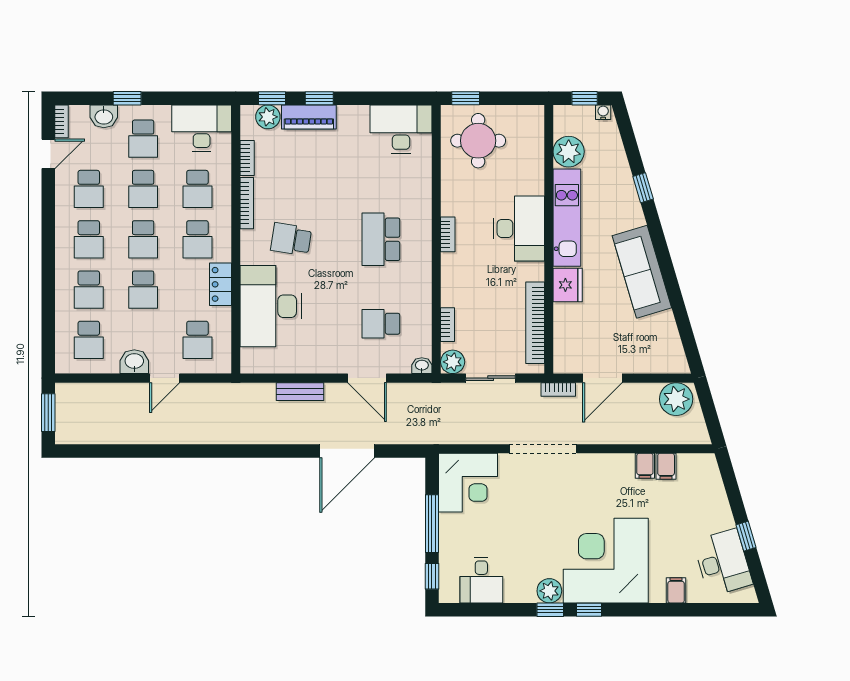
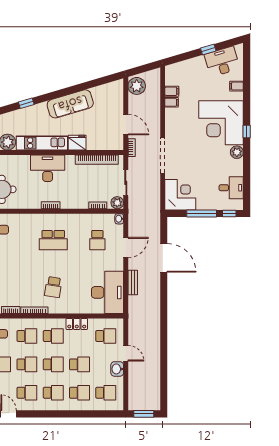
desk: (271, 306) -> (108, 292), moved, turned -90
window: (550, 610) -> (247, 152), removed

